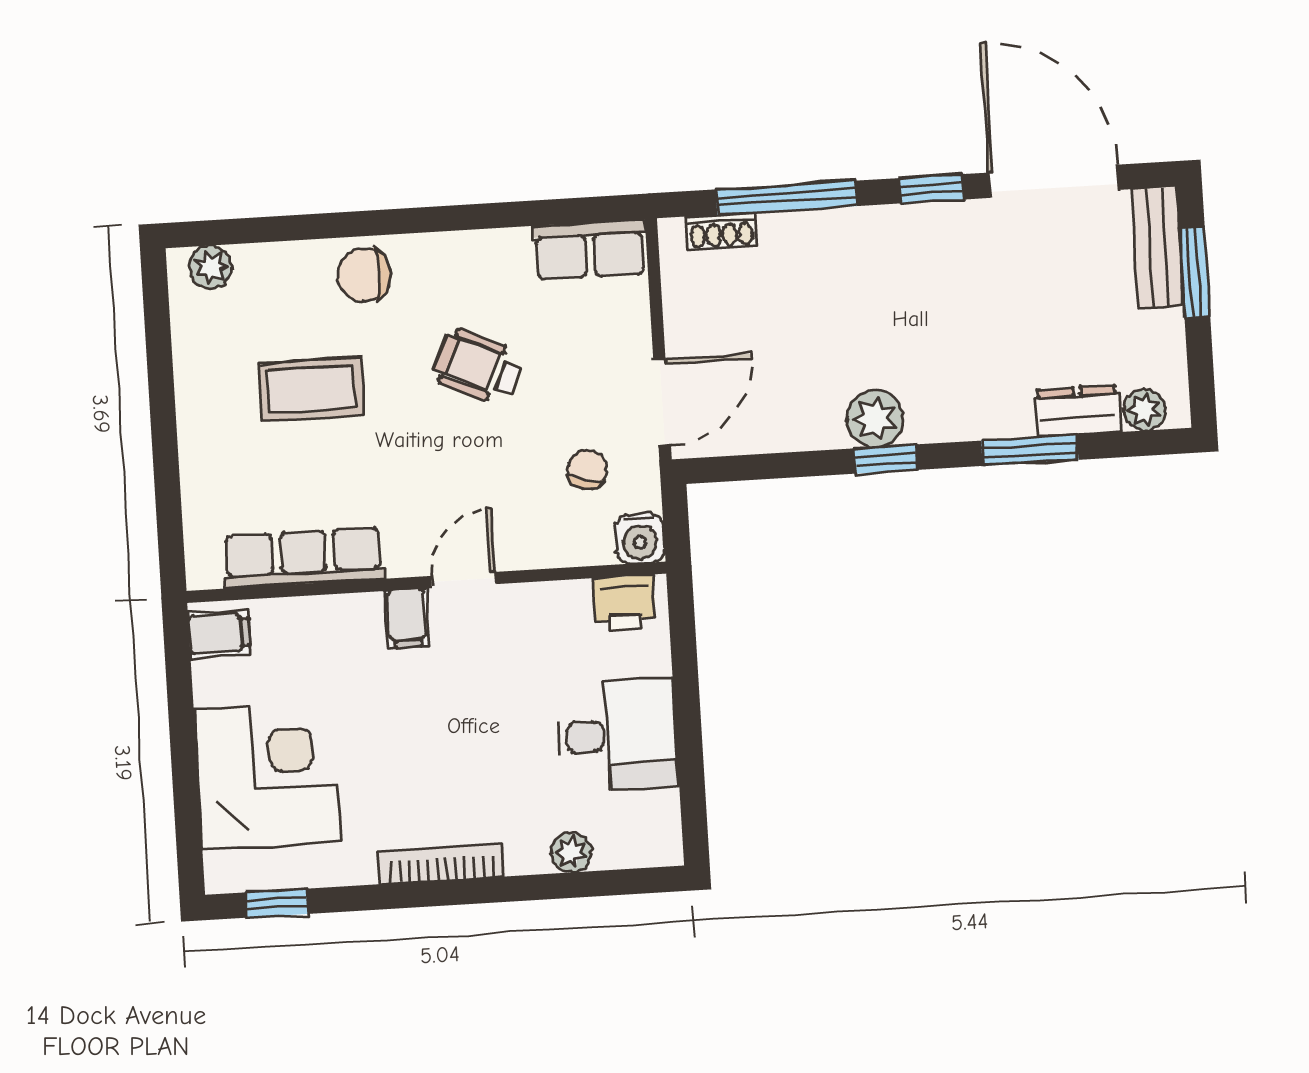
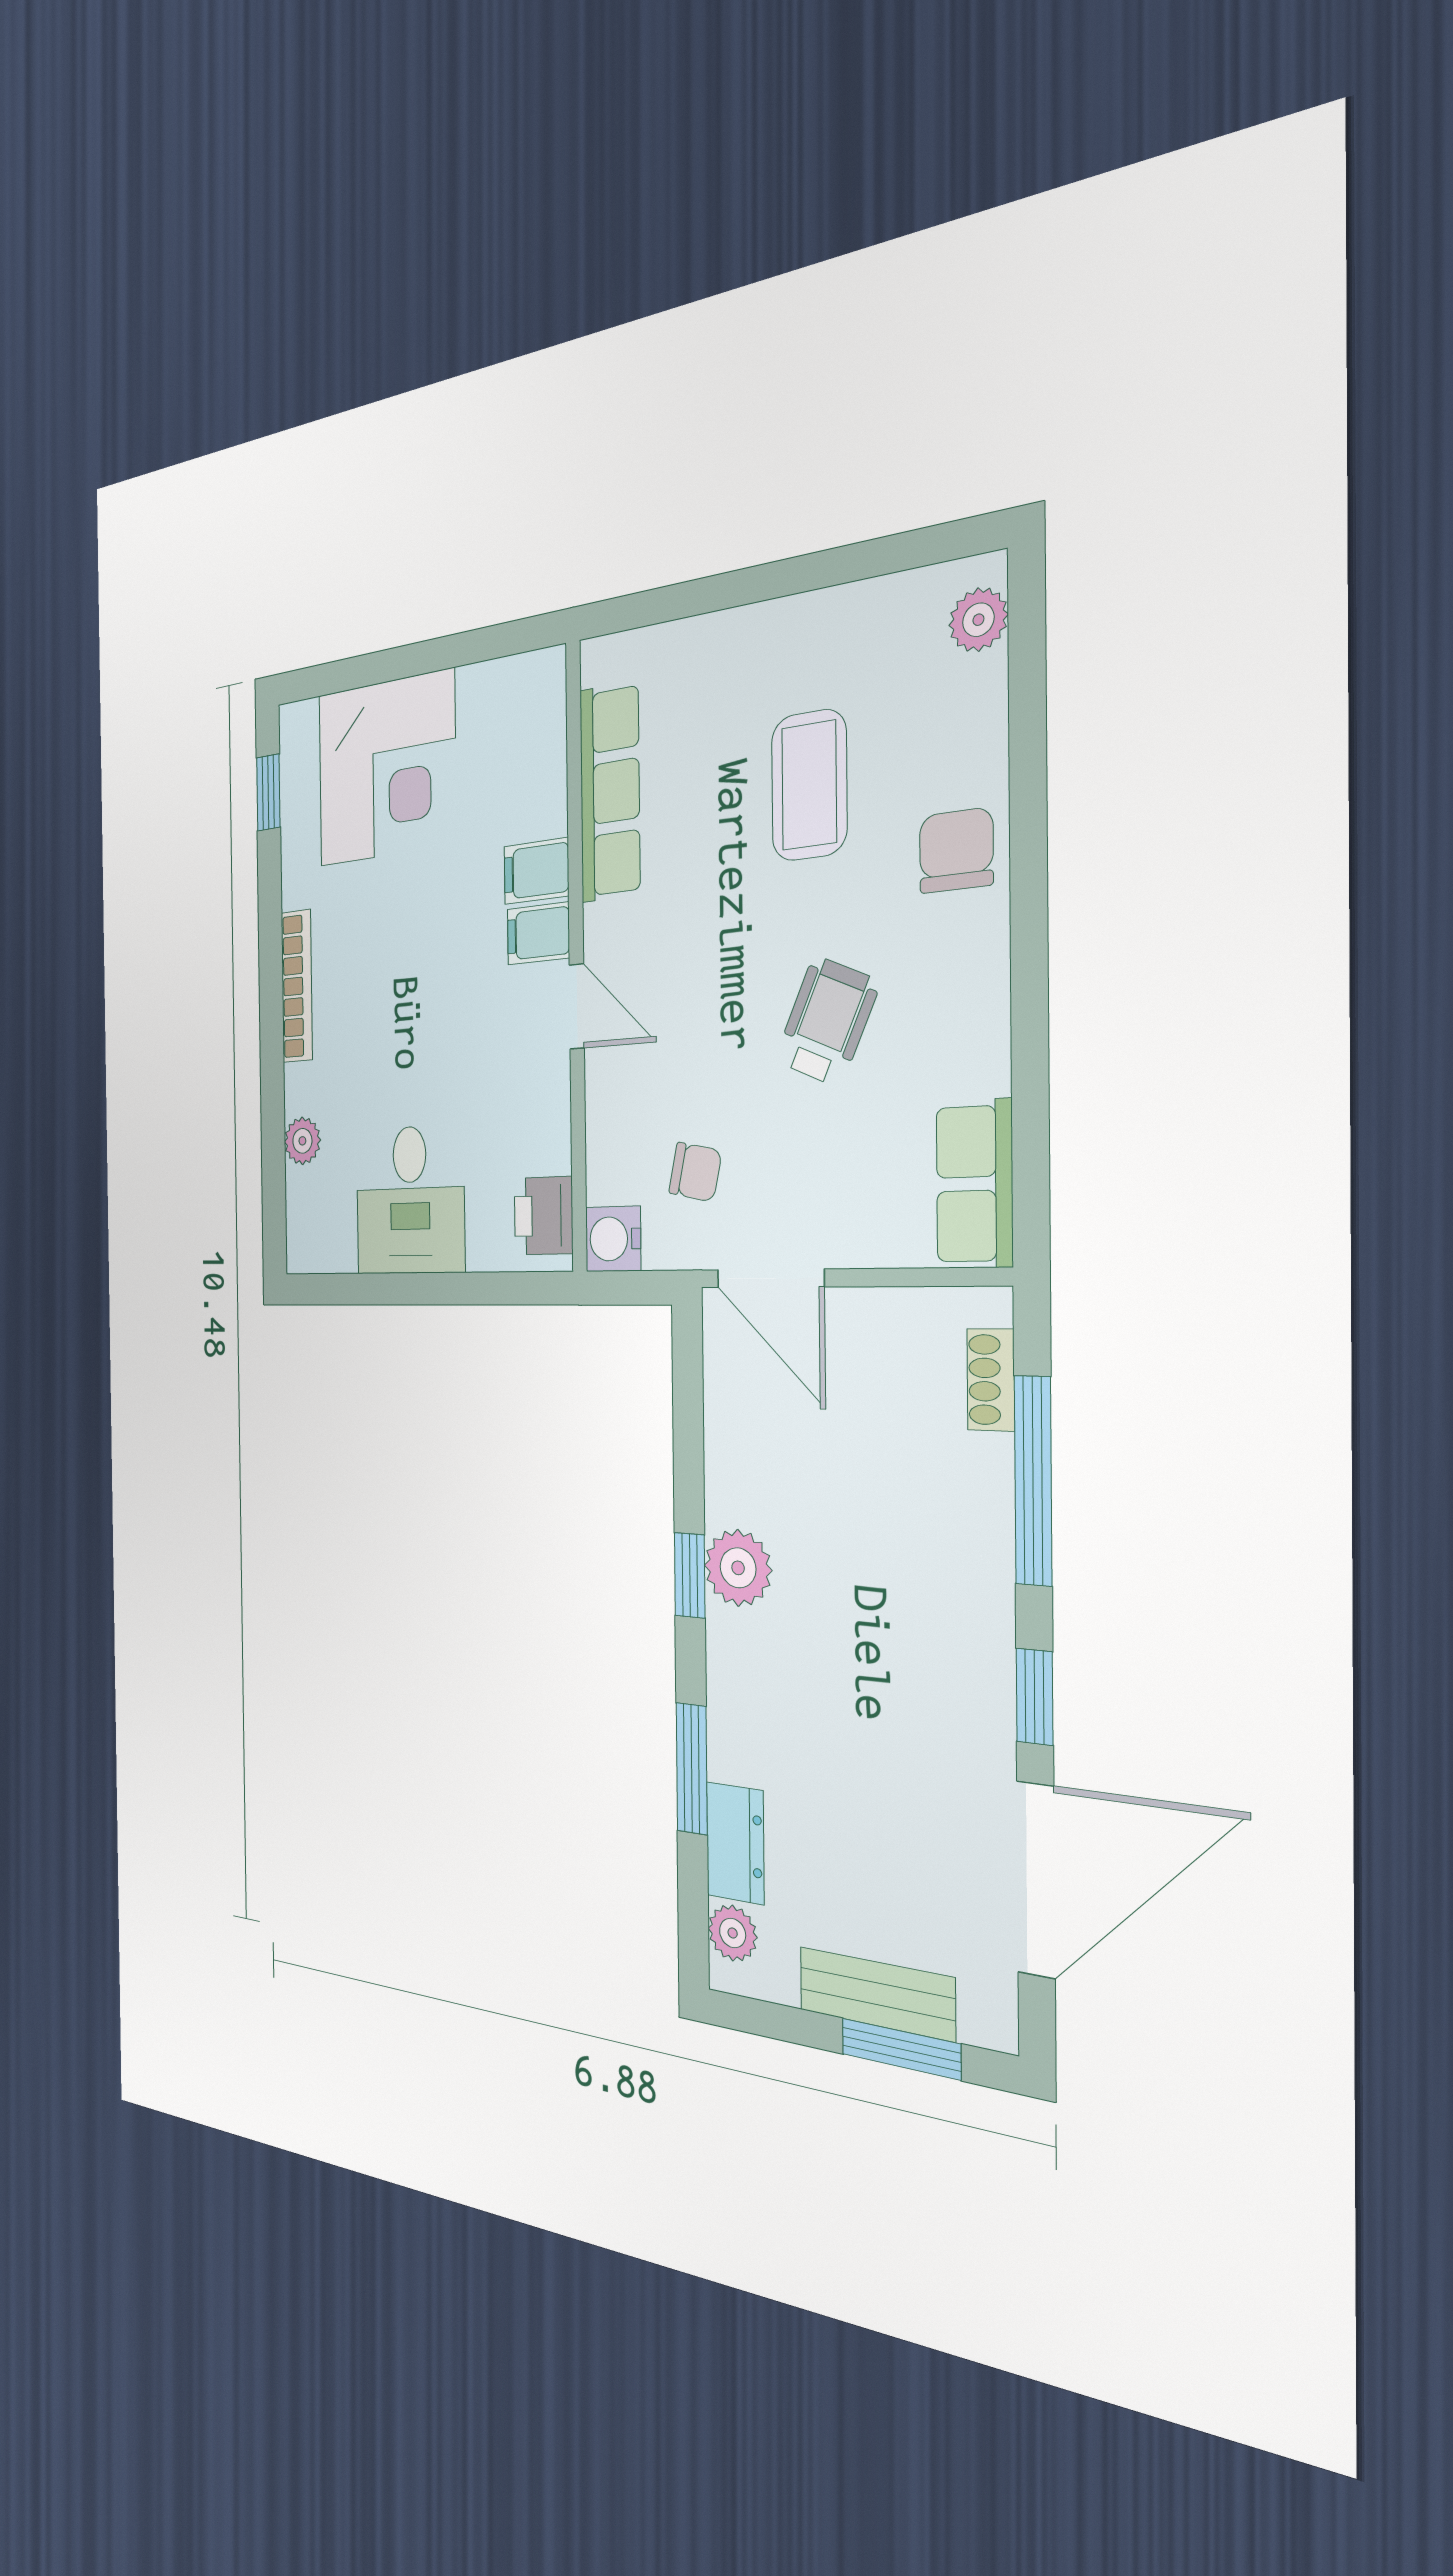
bench: (1158, 247) -> (877, 1994), moved
filing cabinet: (219, 634) -> (536, 871), moved, turned 90

